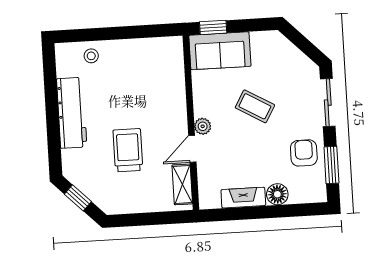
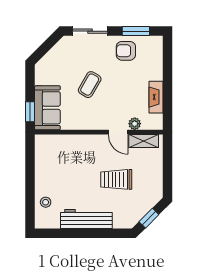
plant: (203, 126) -> (135, 124), moved
floor lamp: (277, 194) -> (155, 72), removed

